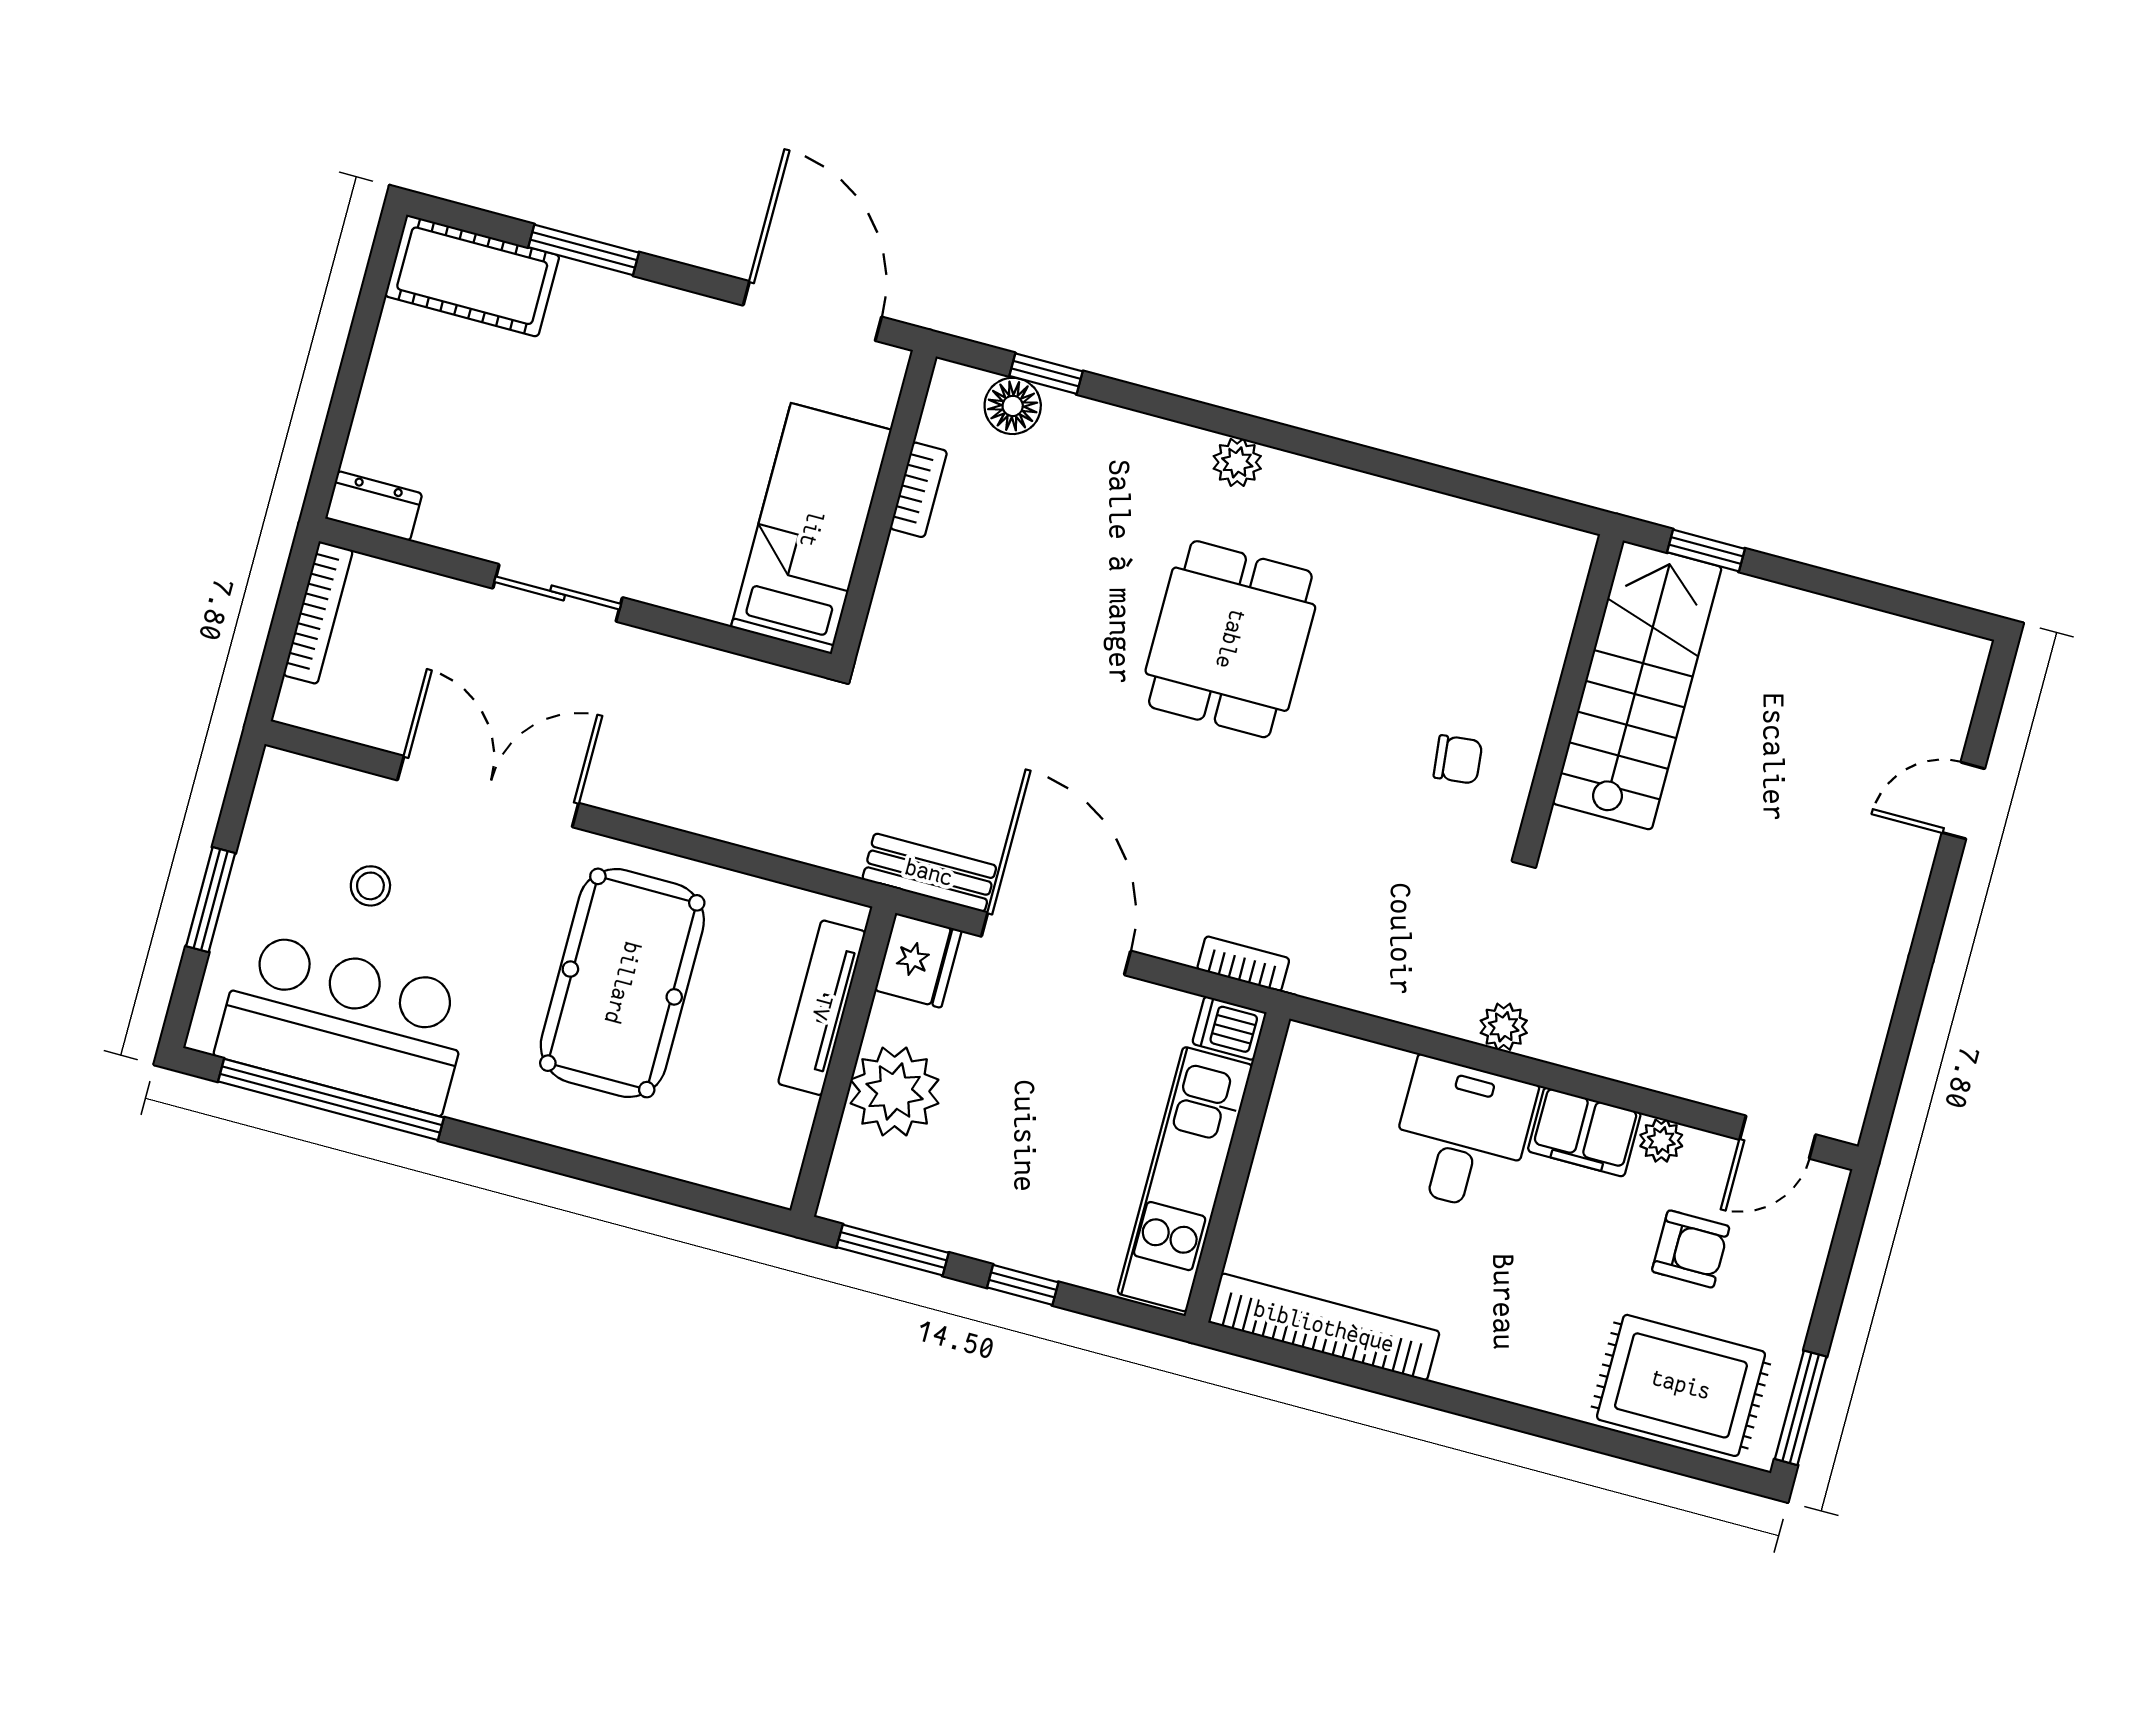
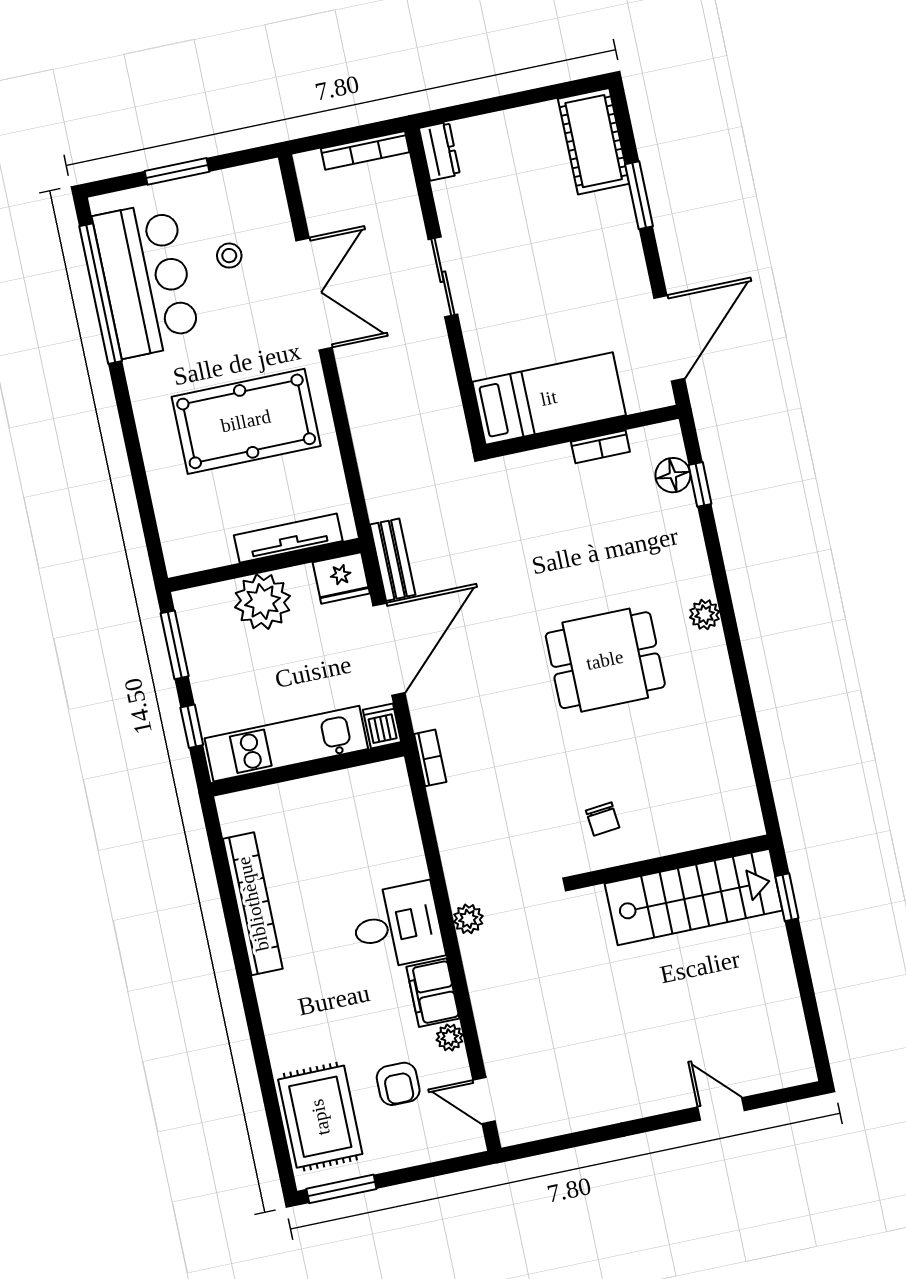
dishwasher: (1229, 1028) -> (382, 726), moved
wall: (1237, 1167) -> (308, 769), moved
kitchen unit: (1185, 1179) -> (286, 744), moved

